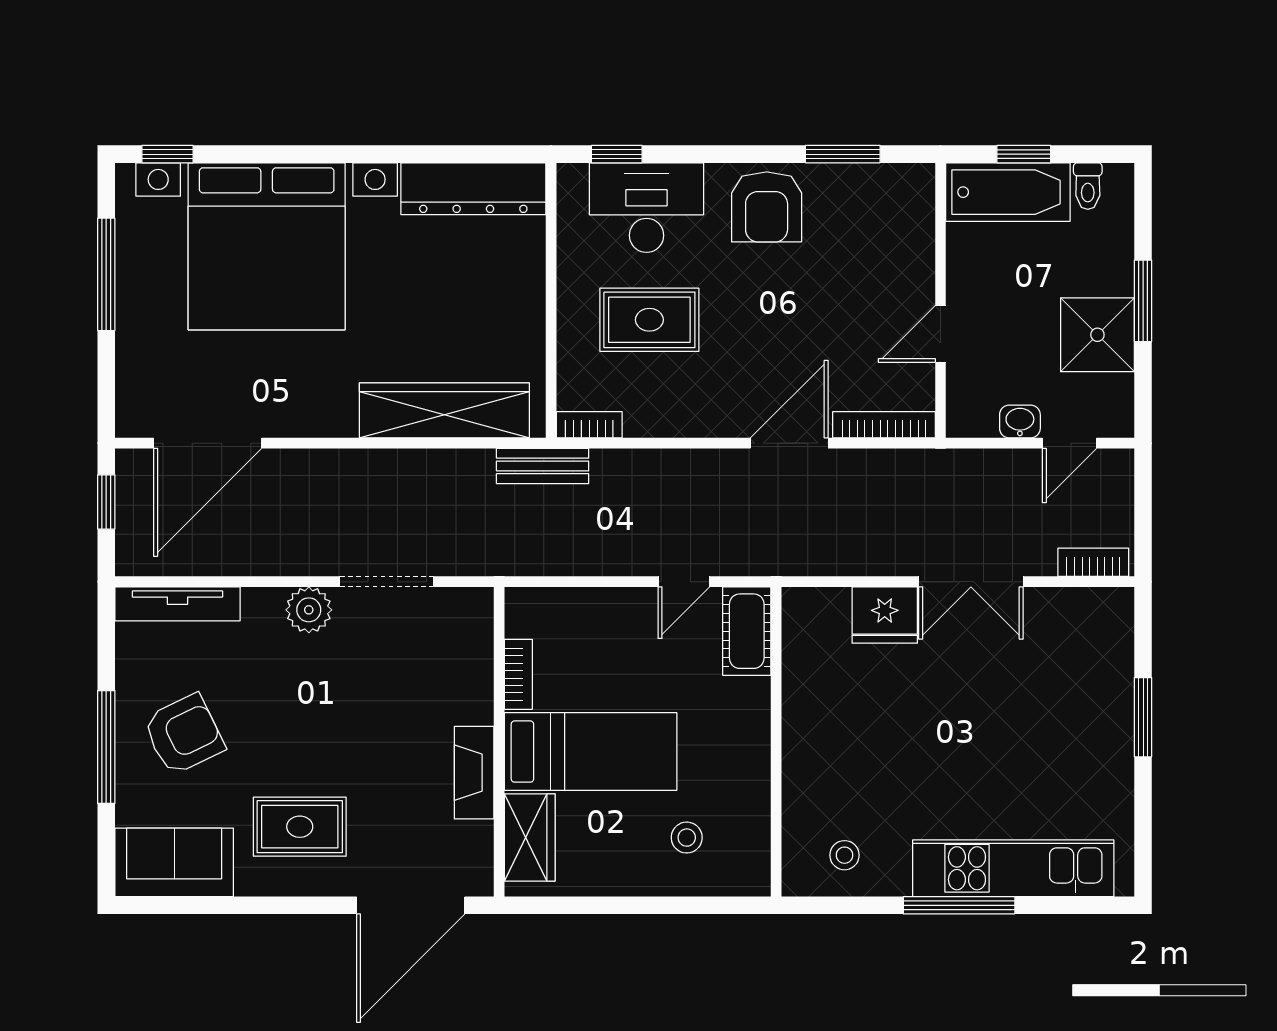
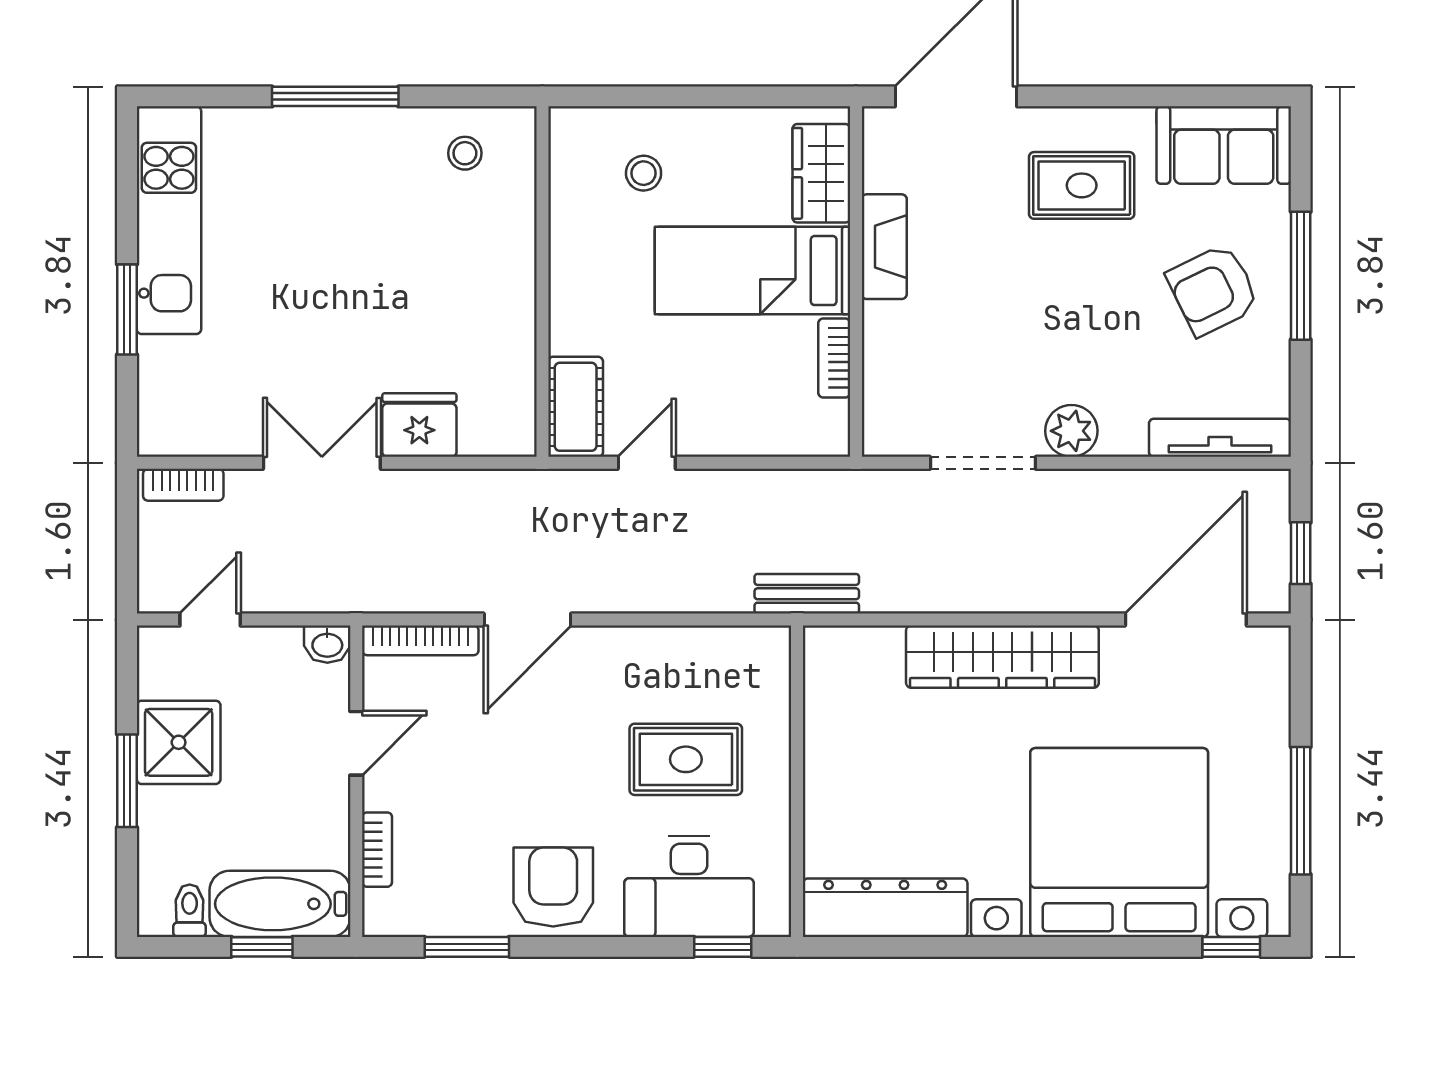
wardrobe: (444, 410) -> (1002, 657), moved
washbasin: (1020, 422) -> (327, 644), moved
bookcase: (589, 425) -> (377, 850), moved, turned -90
kitchen unit: (1013, 868) -> (169, 220), moved, turned -90

